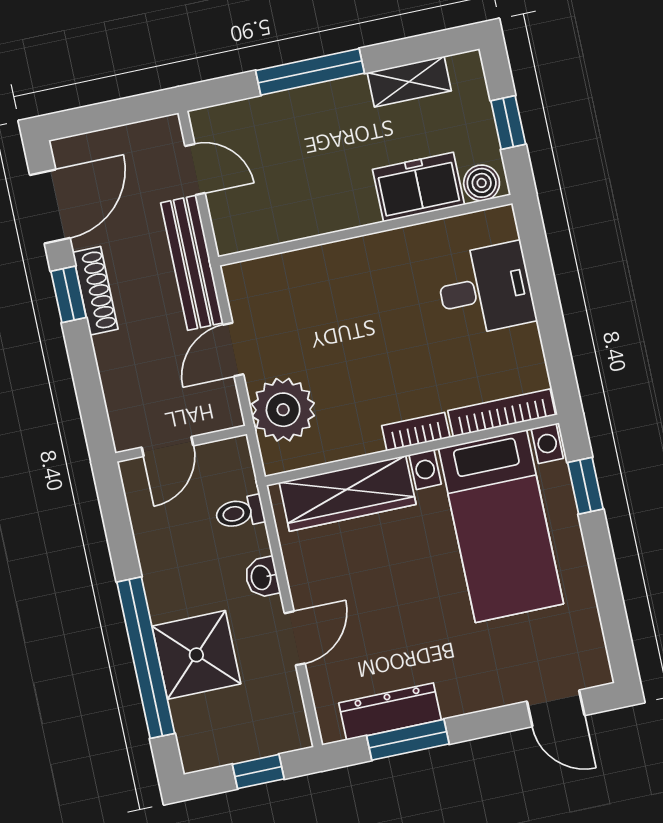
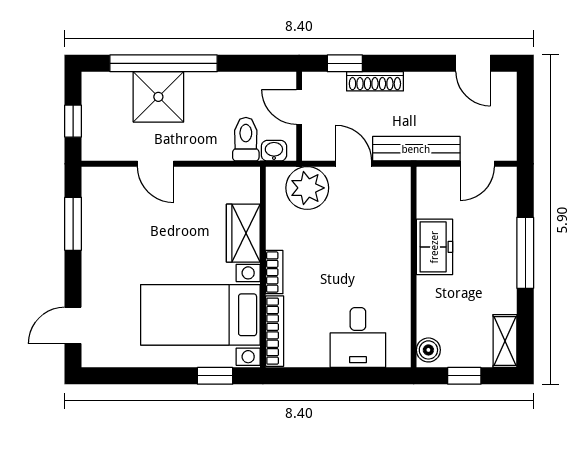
shelving: (409, 82) -> (505, 341), moved
freezer: (418, 187) -> (434, 247), moved
door: (50, 206) -> (473, 63), width x0.73
shoe rack: (95, 291) -> (375, 81), moved
window: (69, 294) -> (345, 63), moved
wardrobe: (348, 493) -> (243, 233), width x0.67
toilet: (240, 512) -> (246, 139), width x1.37, depth x1.39
washbasin: (262, 577) -> (274, 151), moved
dresser: (390, 711) -> (94, 216), removed

